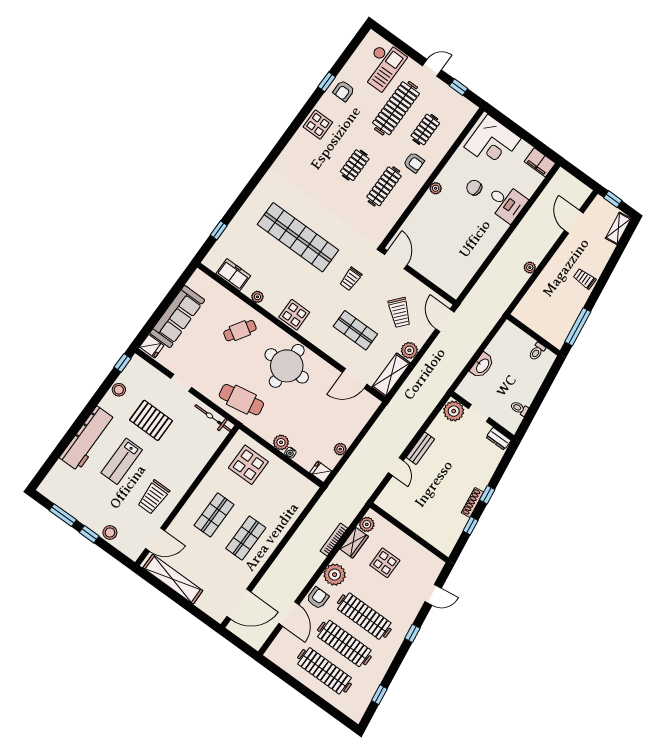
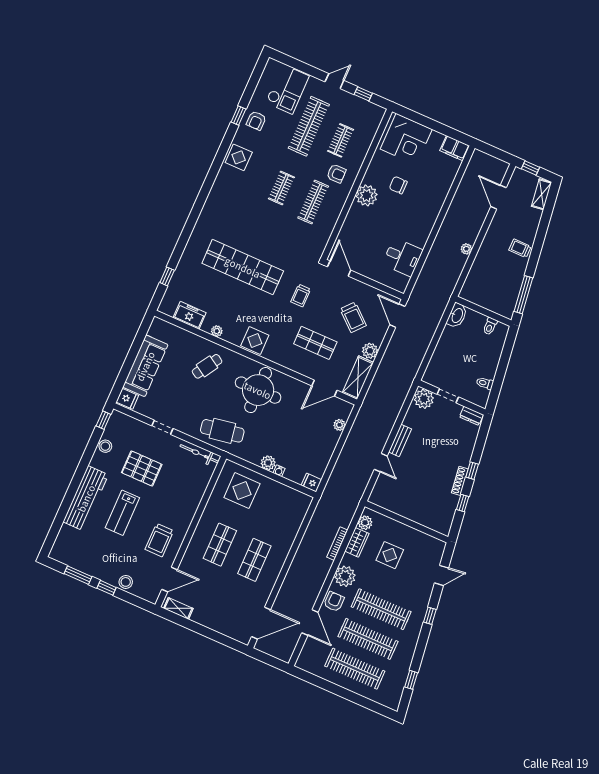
plant: (436, 188) -> (367, 195), width x1.88, depth x1.88
desk: (506, 203) -> (403, 257), moved
washbasin: (482, 366) -> (457, 315), moved
plant: (340, 449) -> (339, 425), moved
shelving: (173, 579) -> (178, 608), width x0.45, depth x0.75

